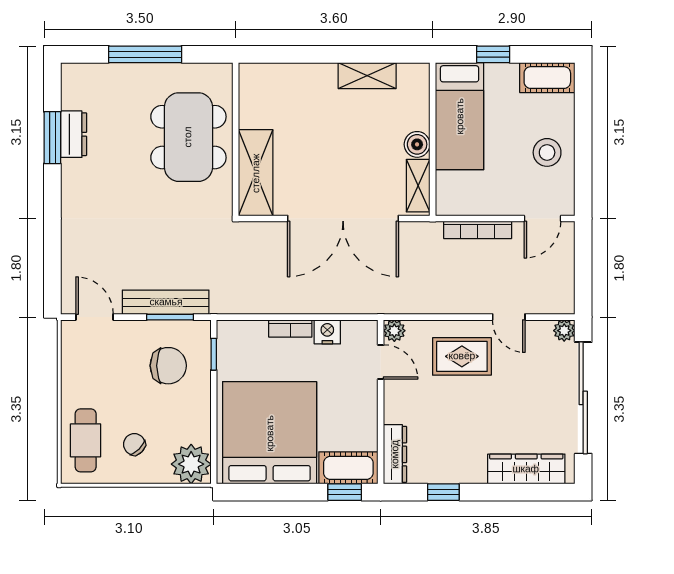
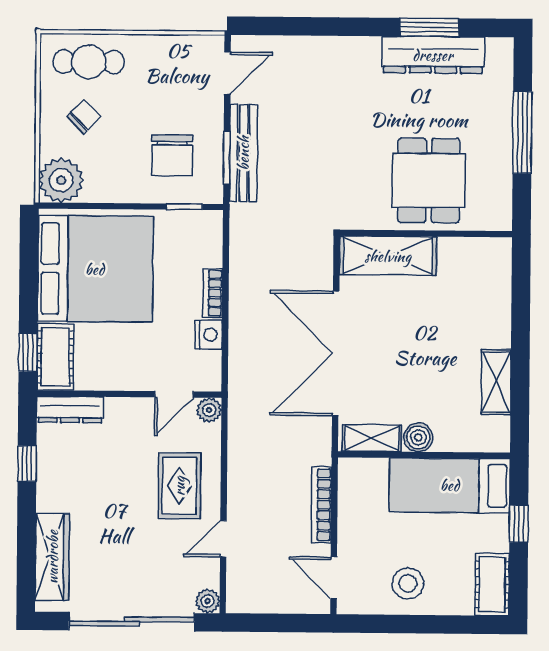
dresser: (74, 134) -> (433, 55), width x1.96, depth x1.24
dining table: (188, 137) -> (429, 180), width x0.73

